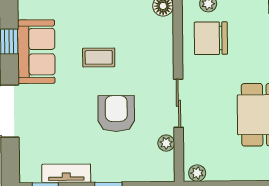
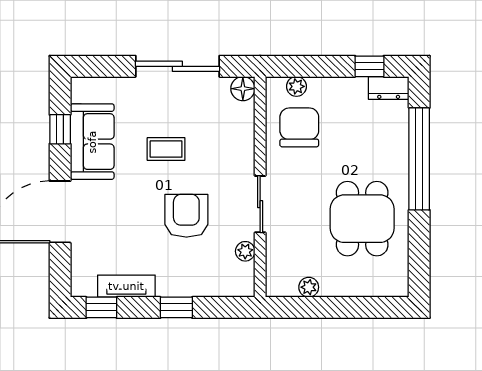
chair: (211, 38) -> (299, 127), turned 90
plant: (197, 173) -> (309, 287), moved

